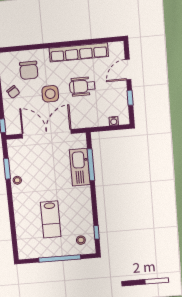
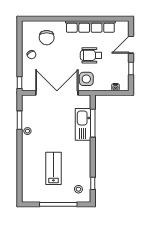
side table: (50, 94) -> (86, 79), moved
lab bench: (51, 219) -> (53, 168), turned 180

